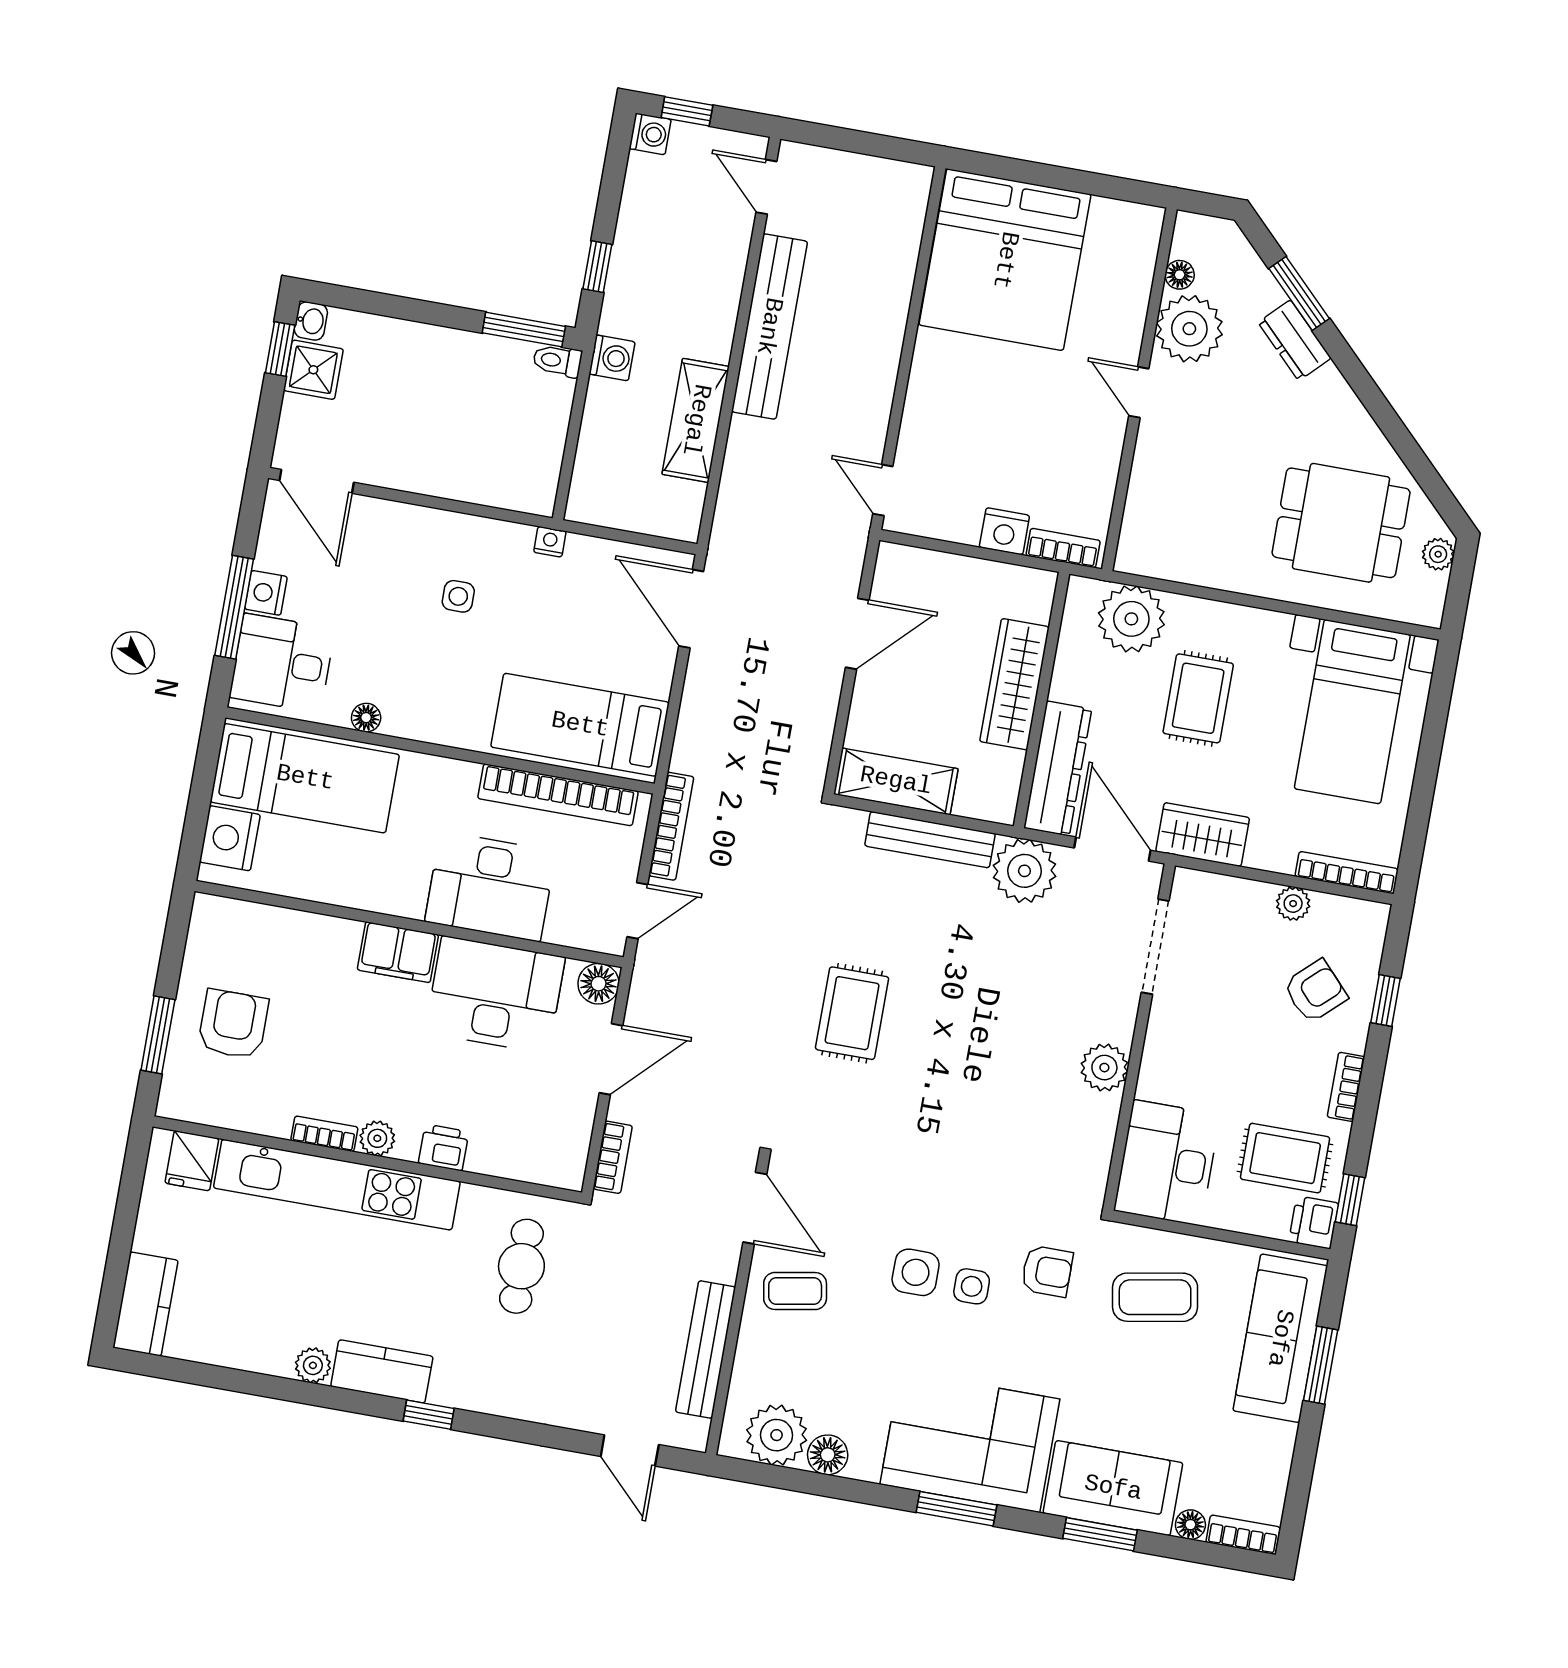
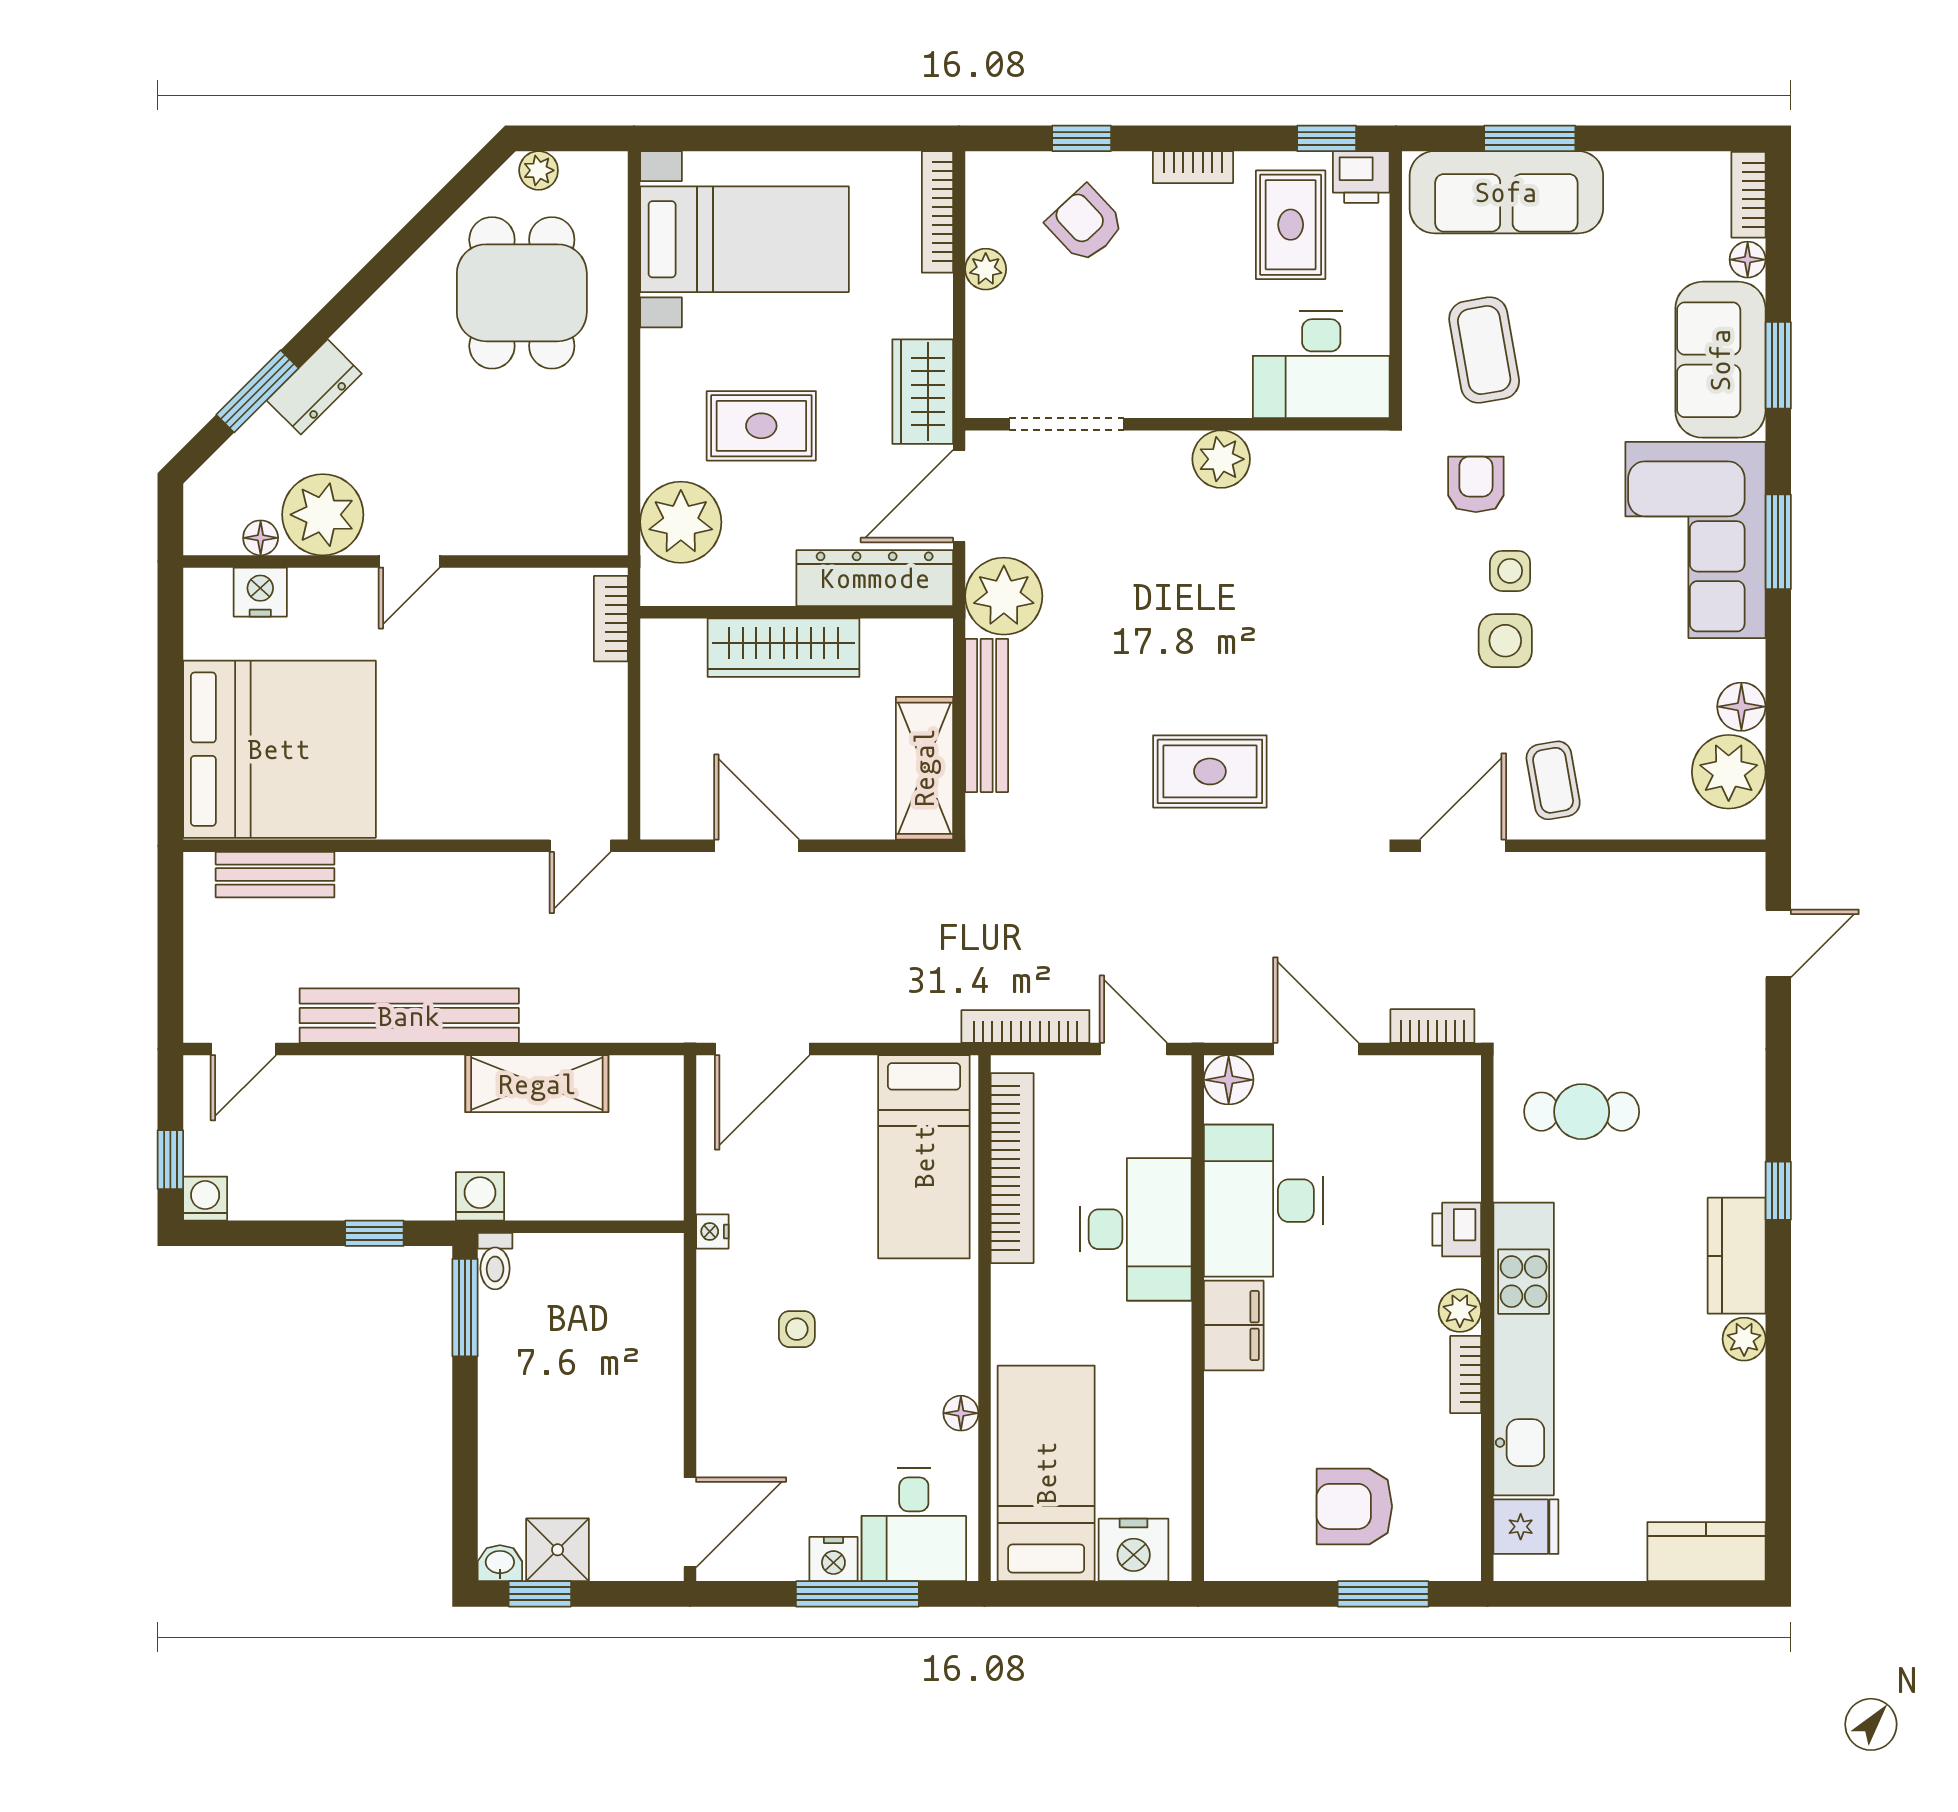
nightstand: (1004, 531) -> (260, 592), moved, turned -90
bench: (706, 1349) -> (275, 875), moved, width x0.73

